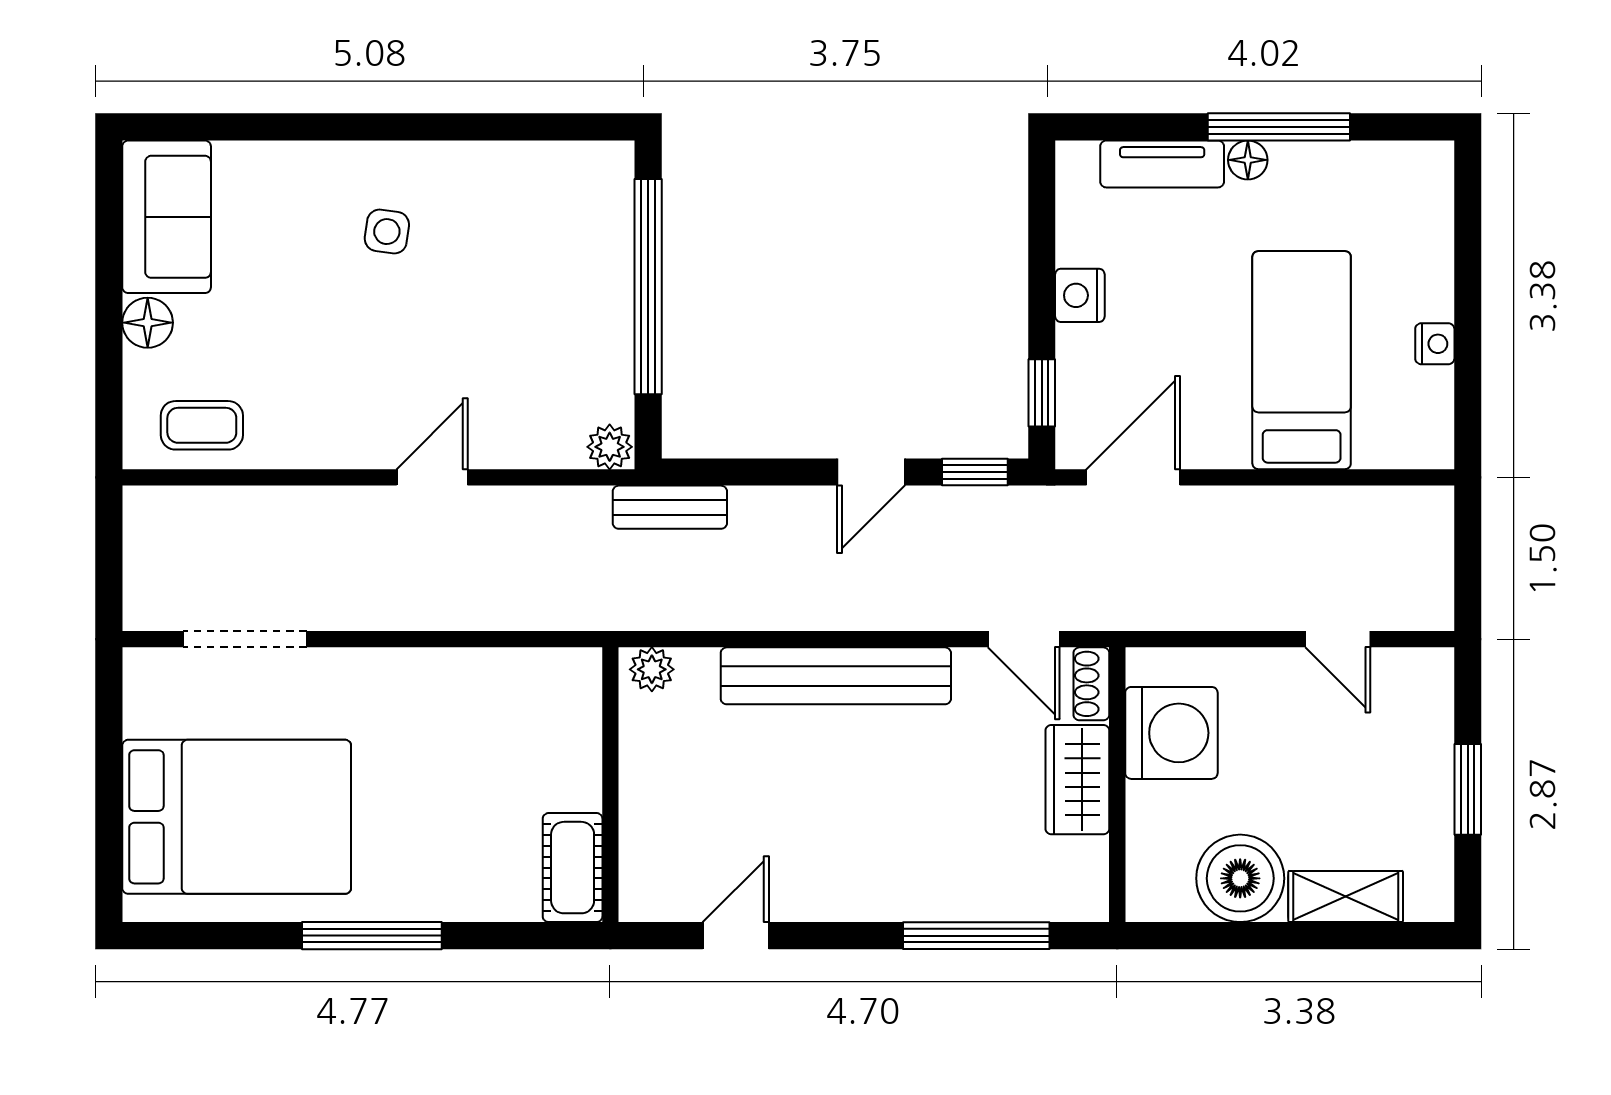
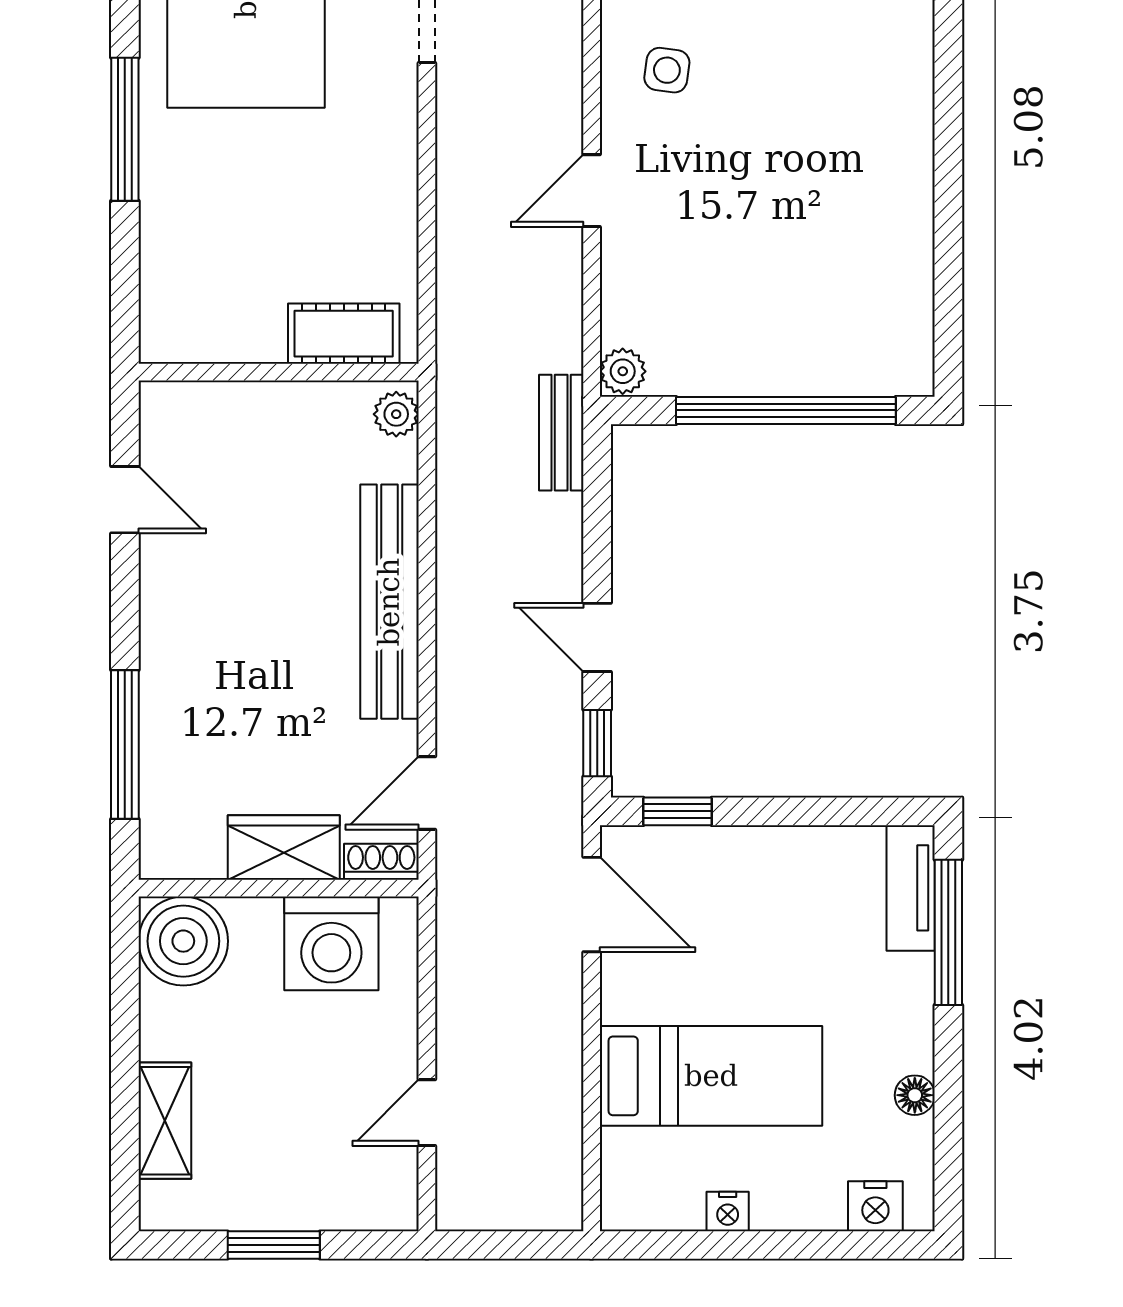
window: (1279, 127) -> (948, 932), moved
floor lamp: (1248, 160) -> (915, 1095), moved
tv unit: (1162, 164) -> (911, 888), moved
side table: (387, 232) -> (667, 70), moved
nightstand: (1080, 295) -> (875, 1206), moved, turned 180
door: (432, 477) -> (592, 191), swing flipped
cot: (573, 868) -> (344, 334), moved
boiler: (1240, 878) -> (183, 941), moved

